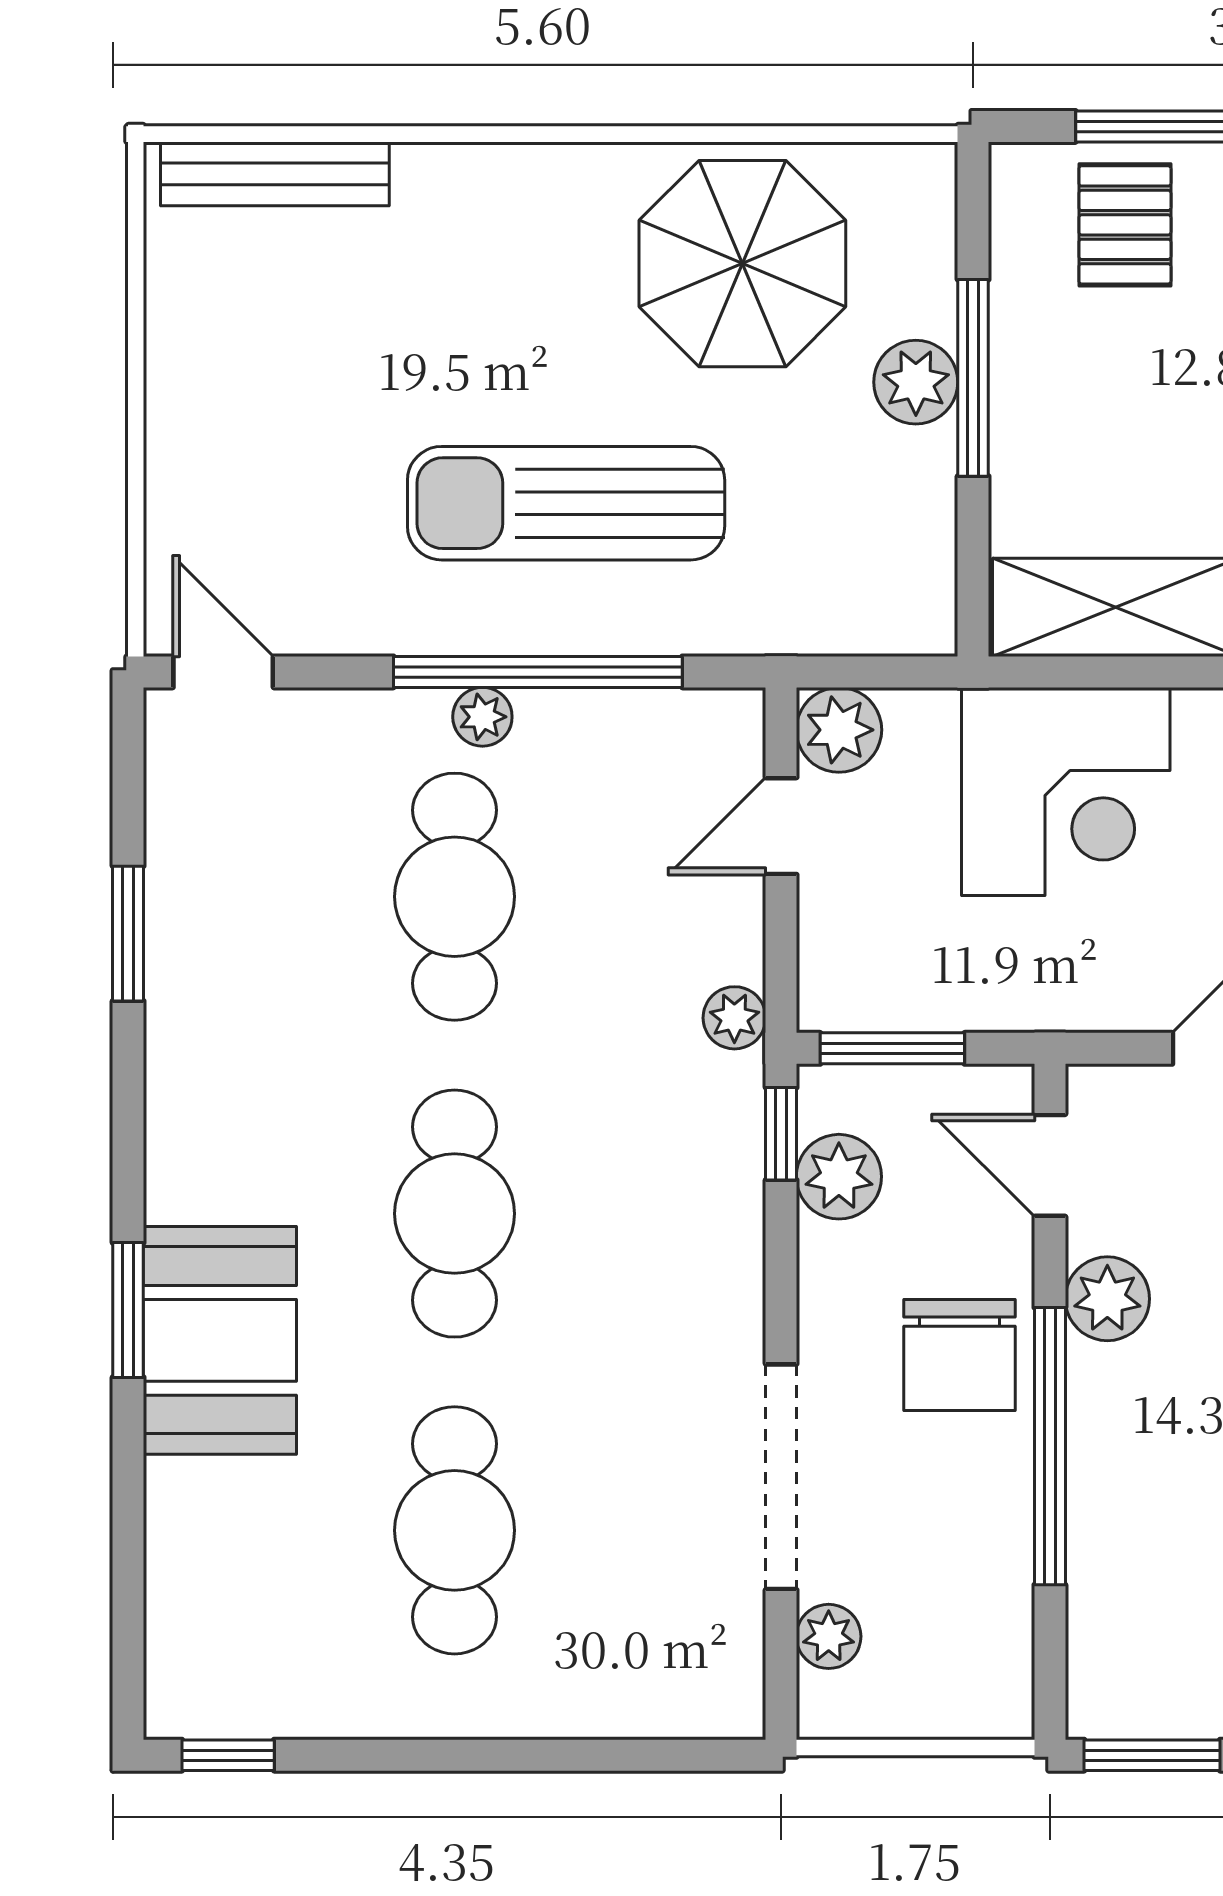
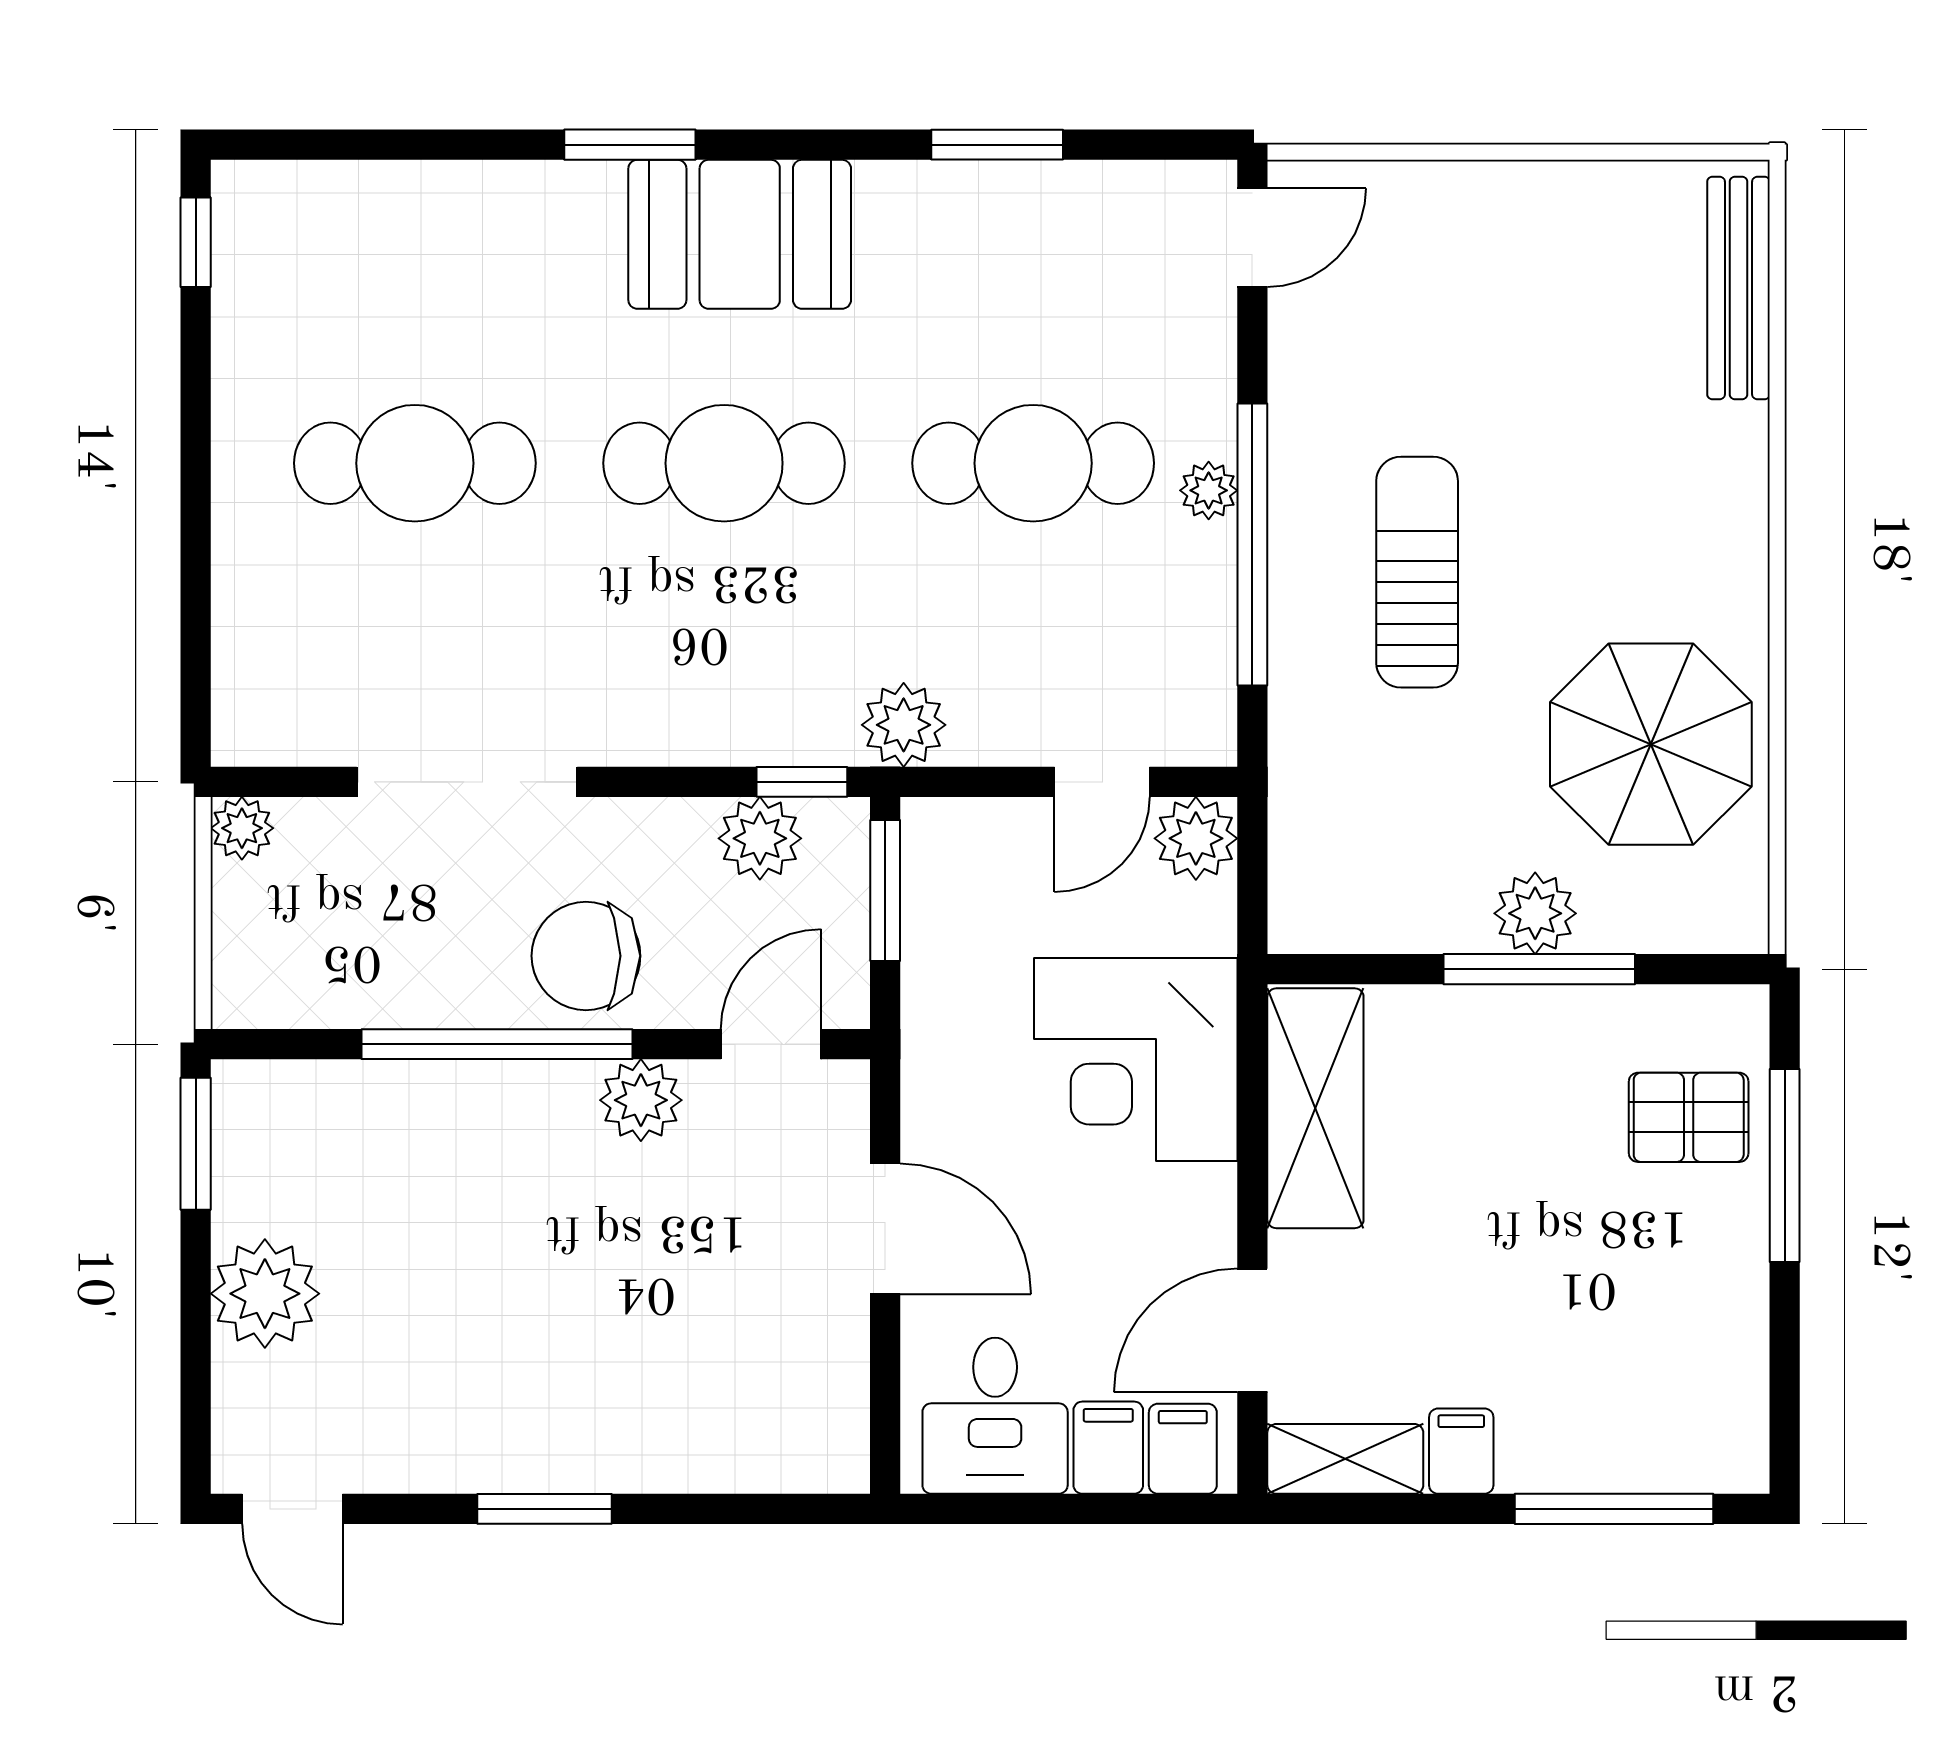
sun lounger: (566, 503) -> (1417, 572), width x0.73, depth x0.75
door: (781, 826) -> (1102, 782), swing flipped
plant: (734, 1018) -> (904, 725), width x1.38, depth x1.38
booth: (220, 1340) -> (740, 234), moved
plant: (829, 1636) -> (242, 828), moved

